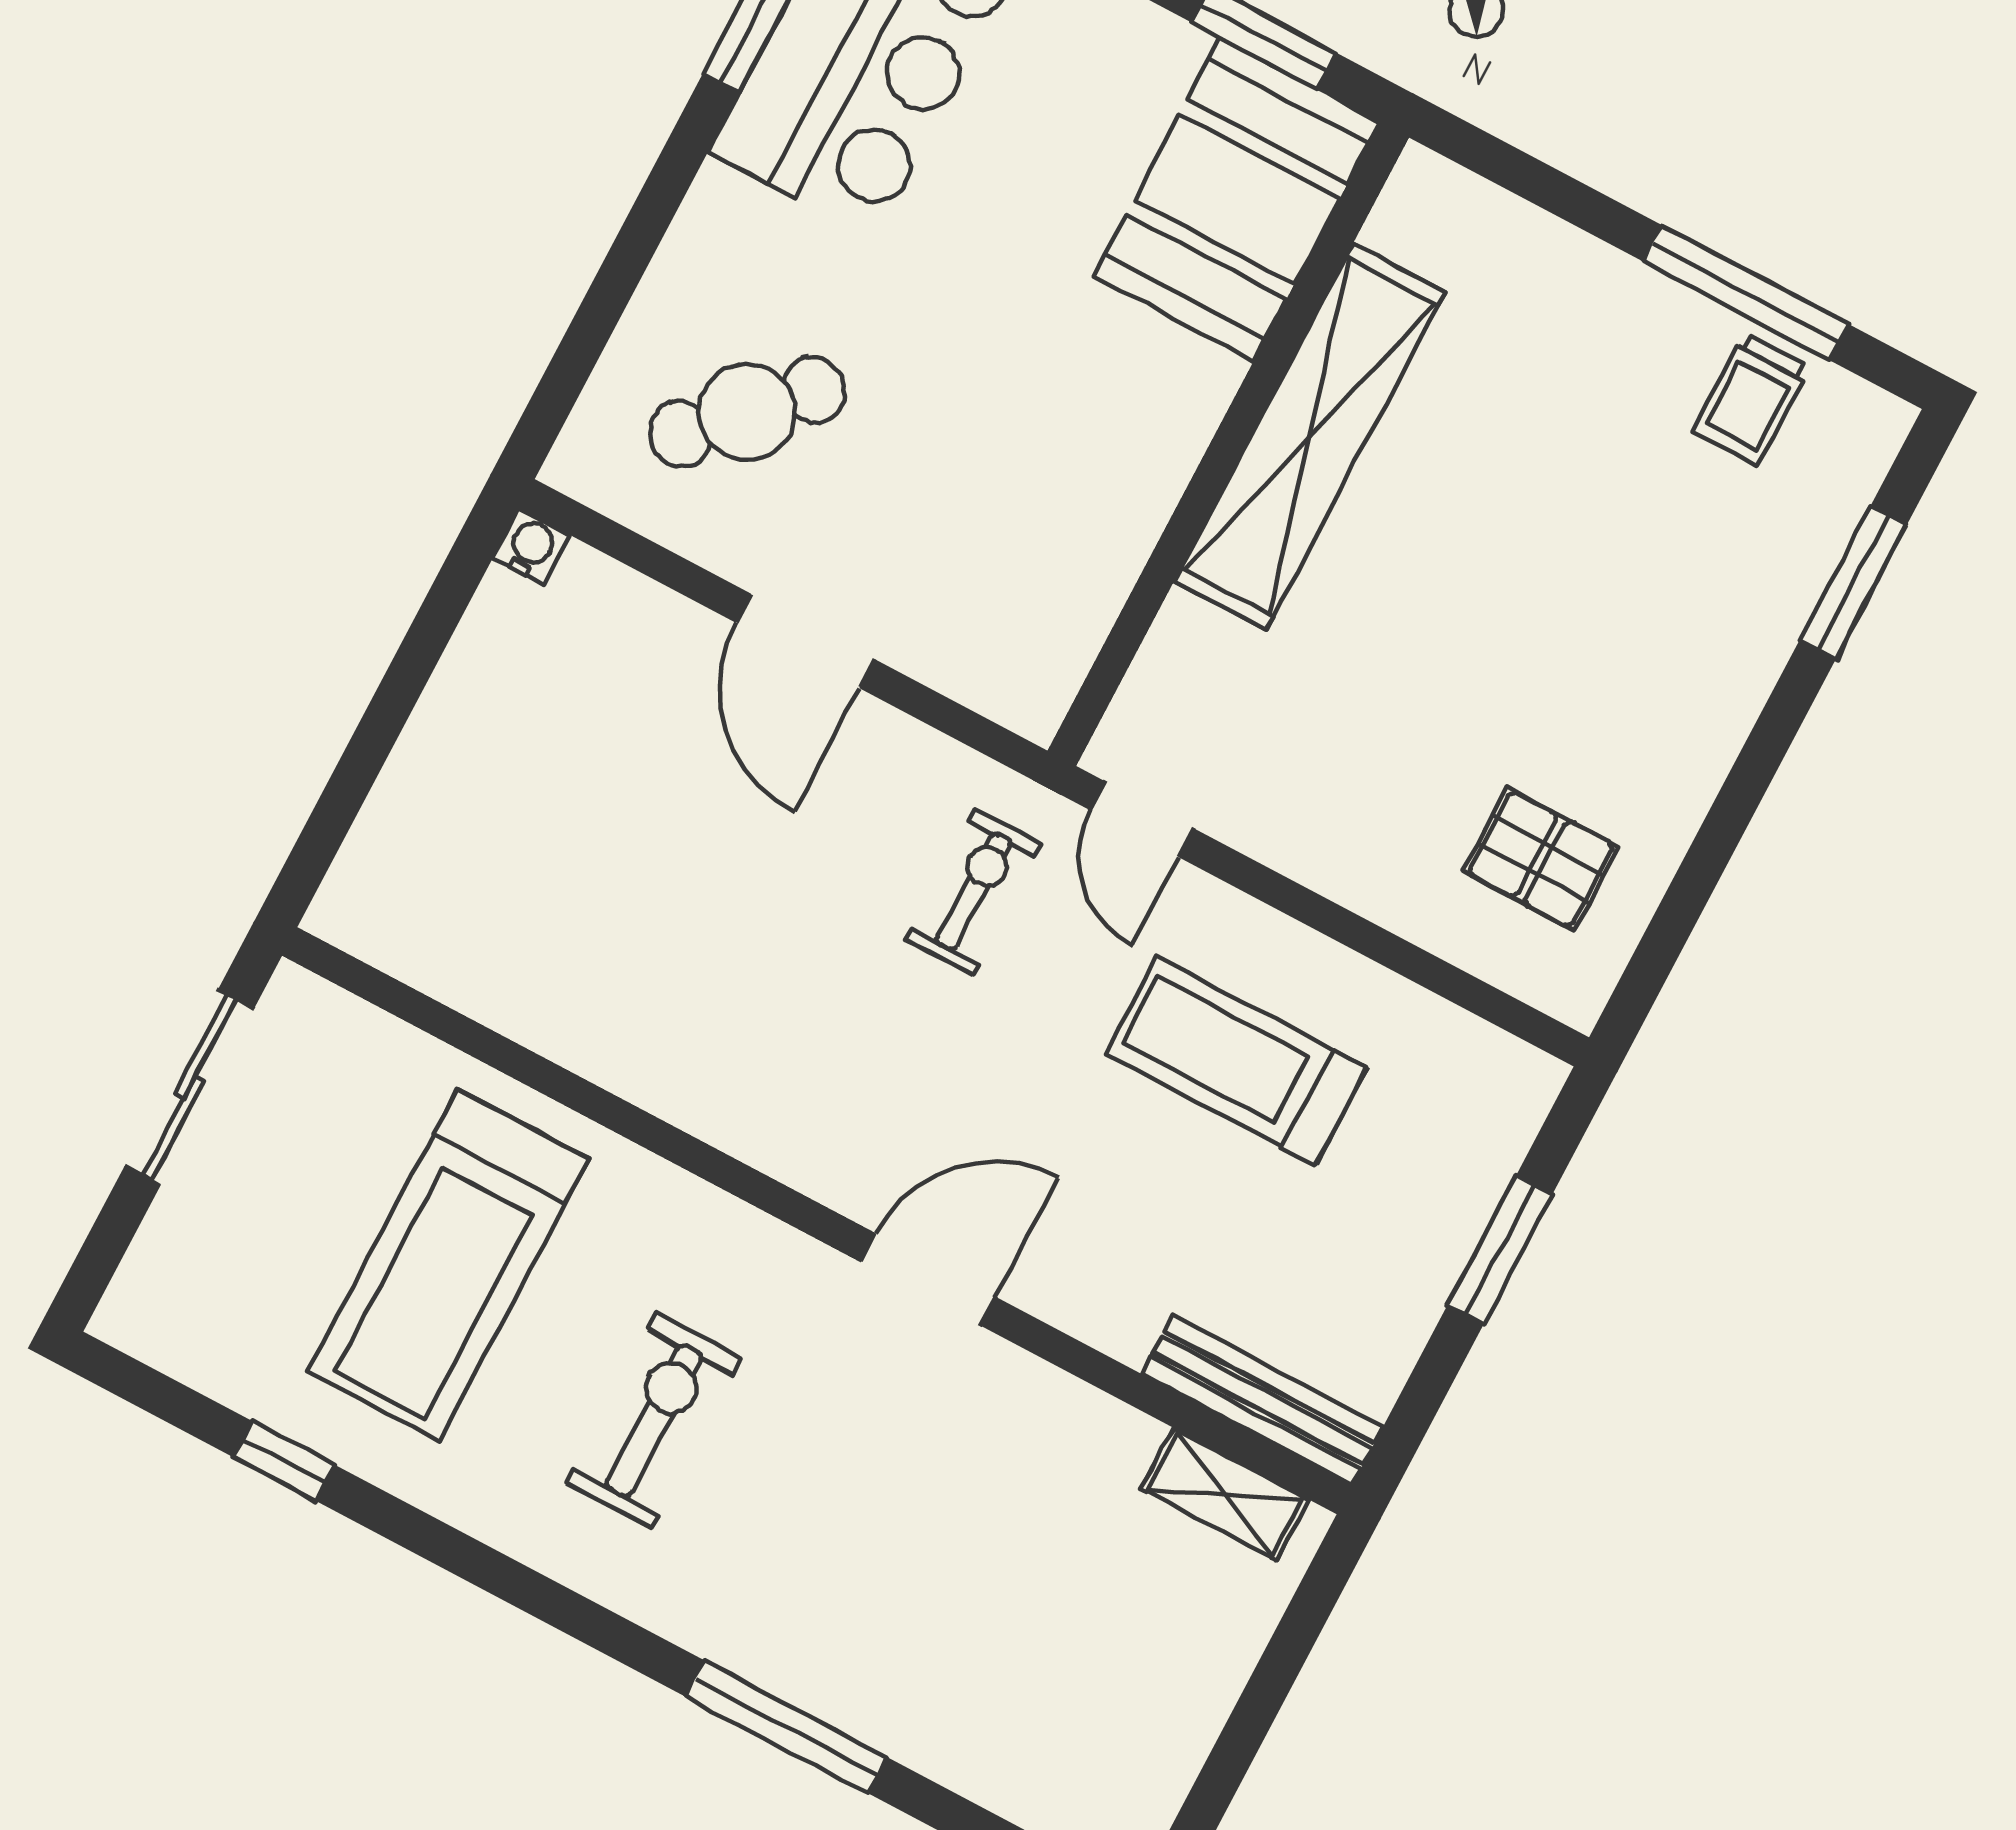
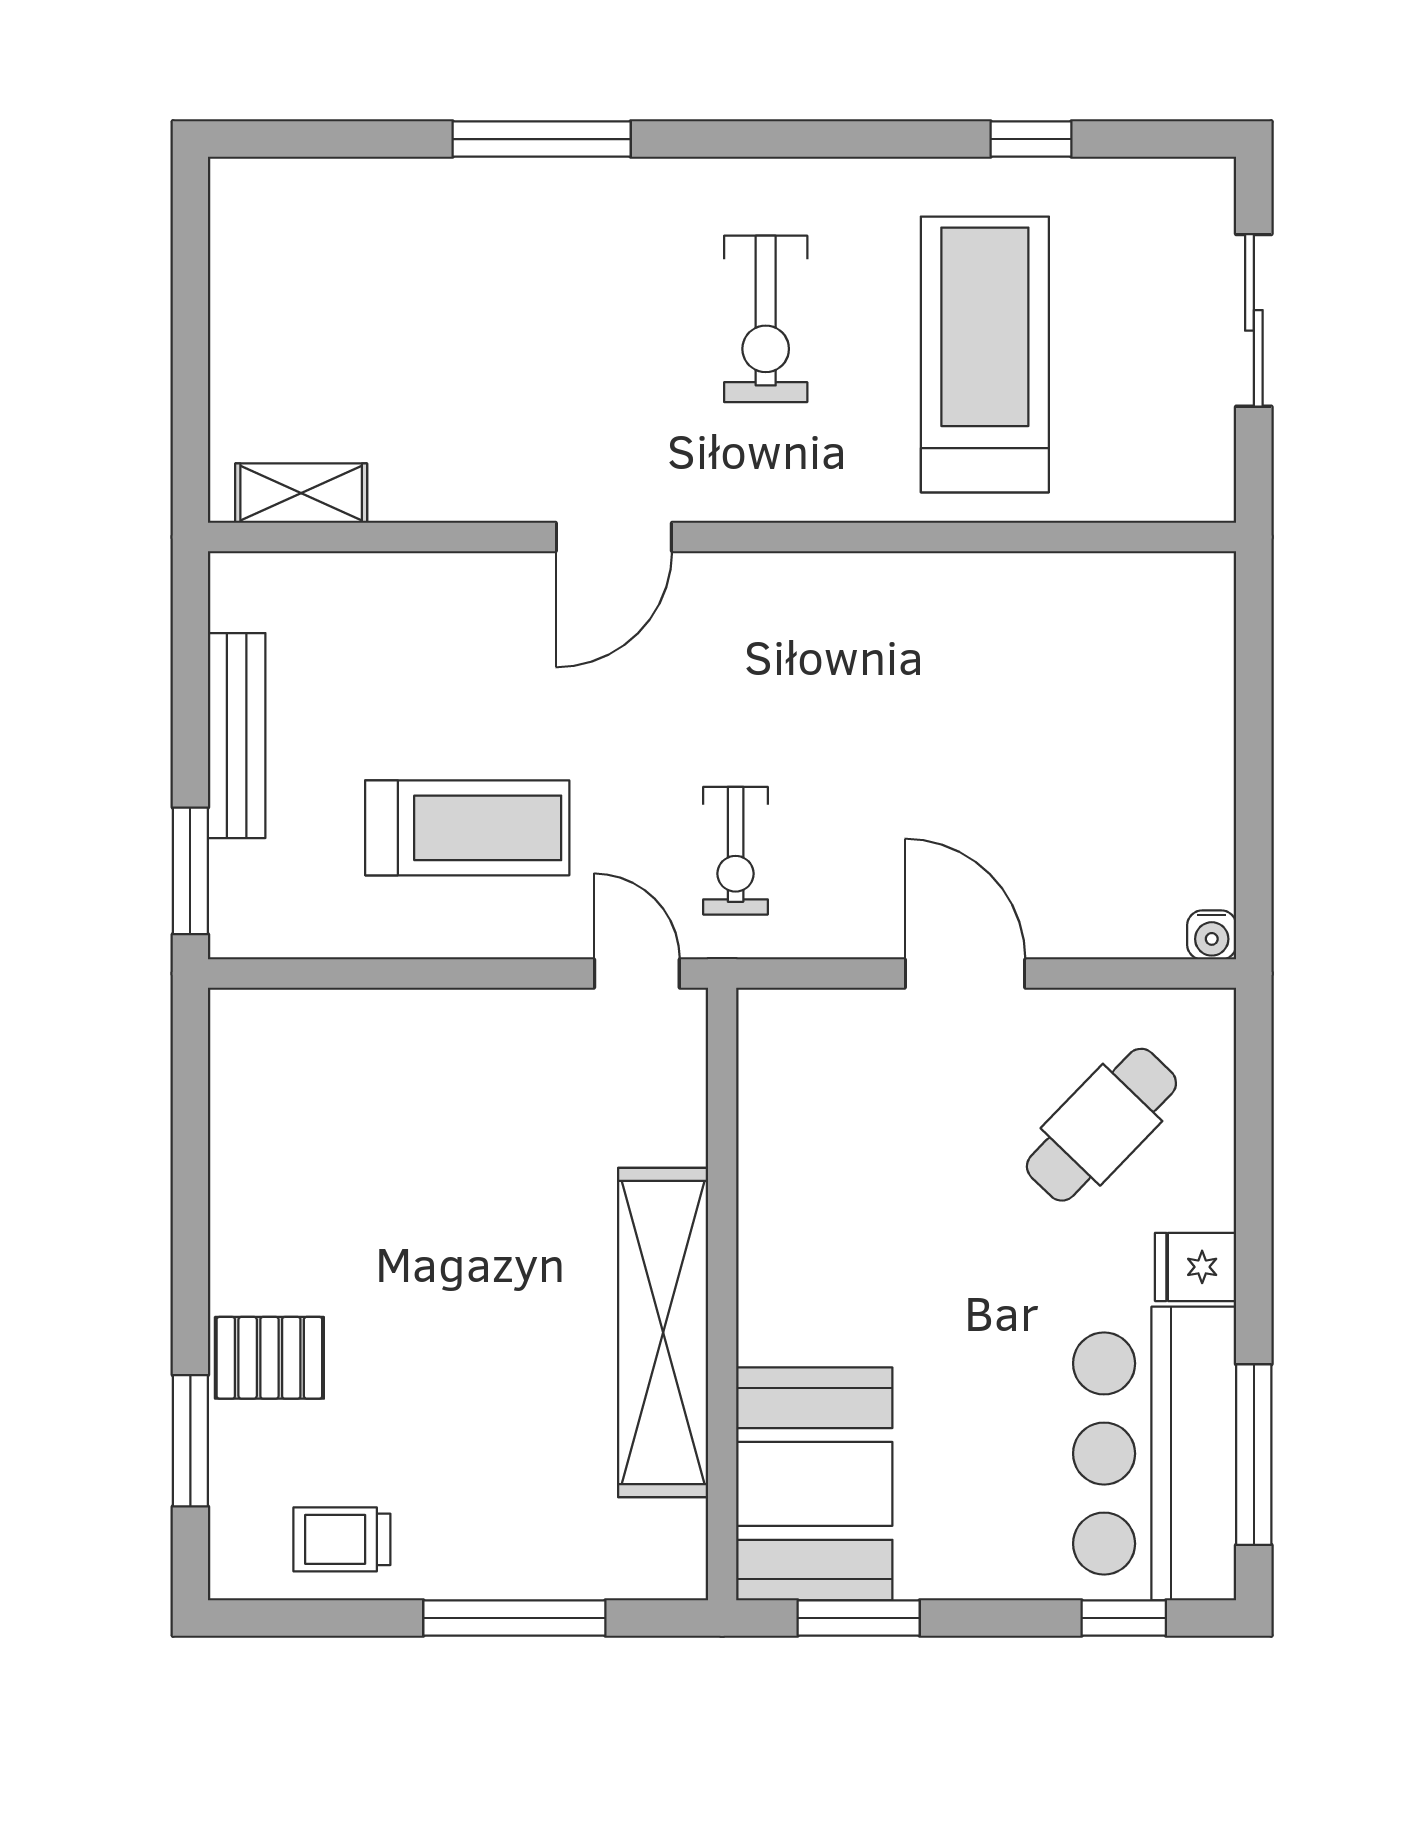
fridge: (728, 215) -> (1196, 1267), added
window: (1746, 293) -> (514, 1618), moved
trolley: (1751, 399) -> (342, 1539), turned -90
pallet: (1541, 859) -> (269, 1358), moved
sliding door: (189, 1087) -> (1254, 320), moved
window: (1500, 1250) -> (190, 871), moved
bench: (1262, 1400) -> (237, 736), moved, turned 90

